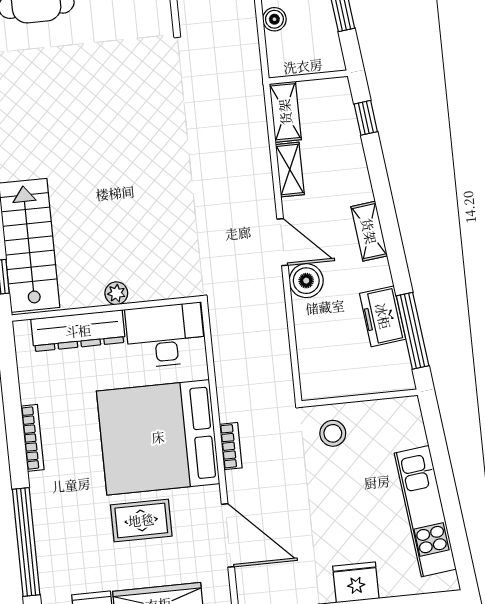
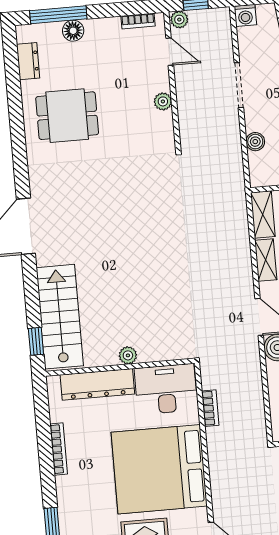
bookcase: (32, 438) -> (59, 449), moved
bookcase: (231, 446) -> (210, 408), moved

